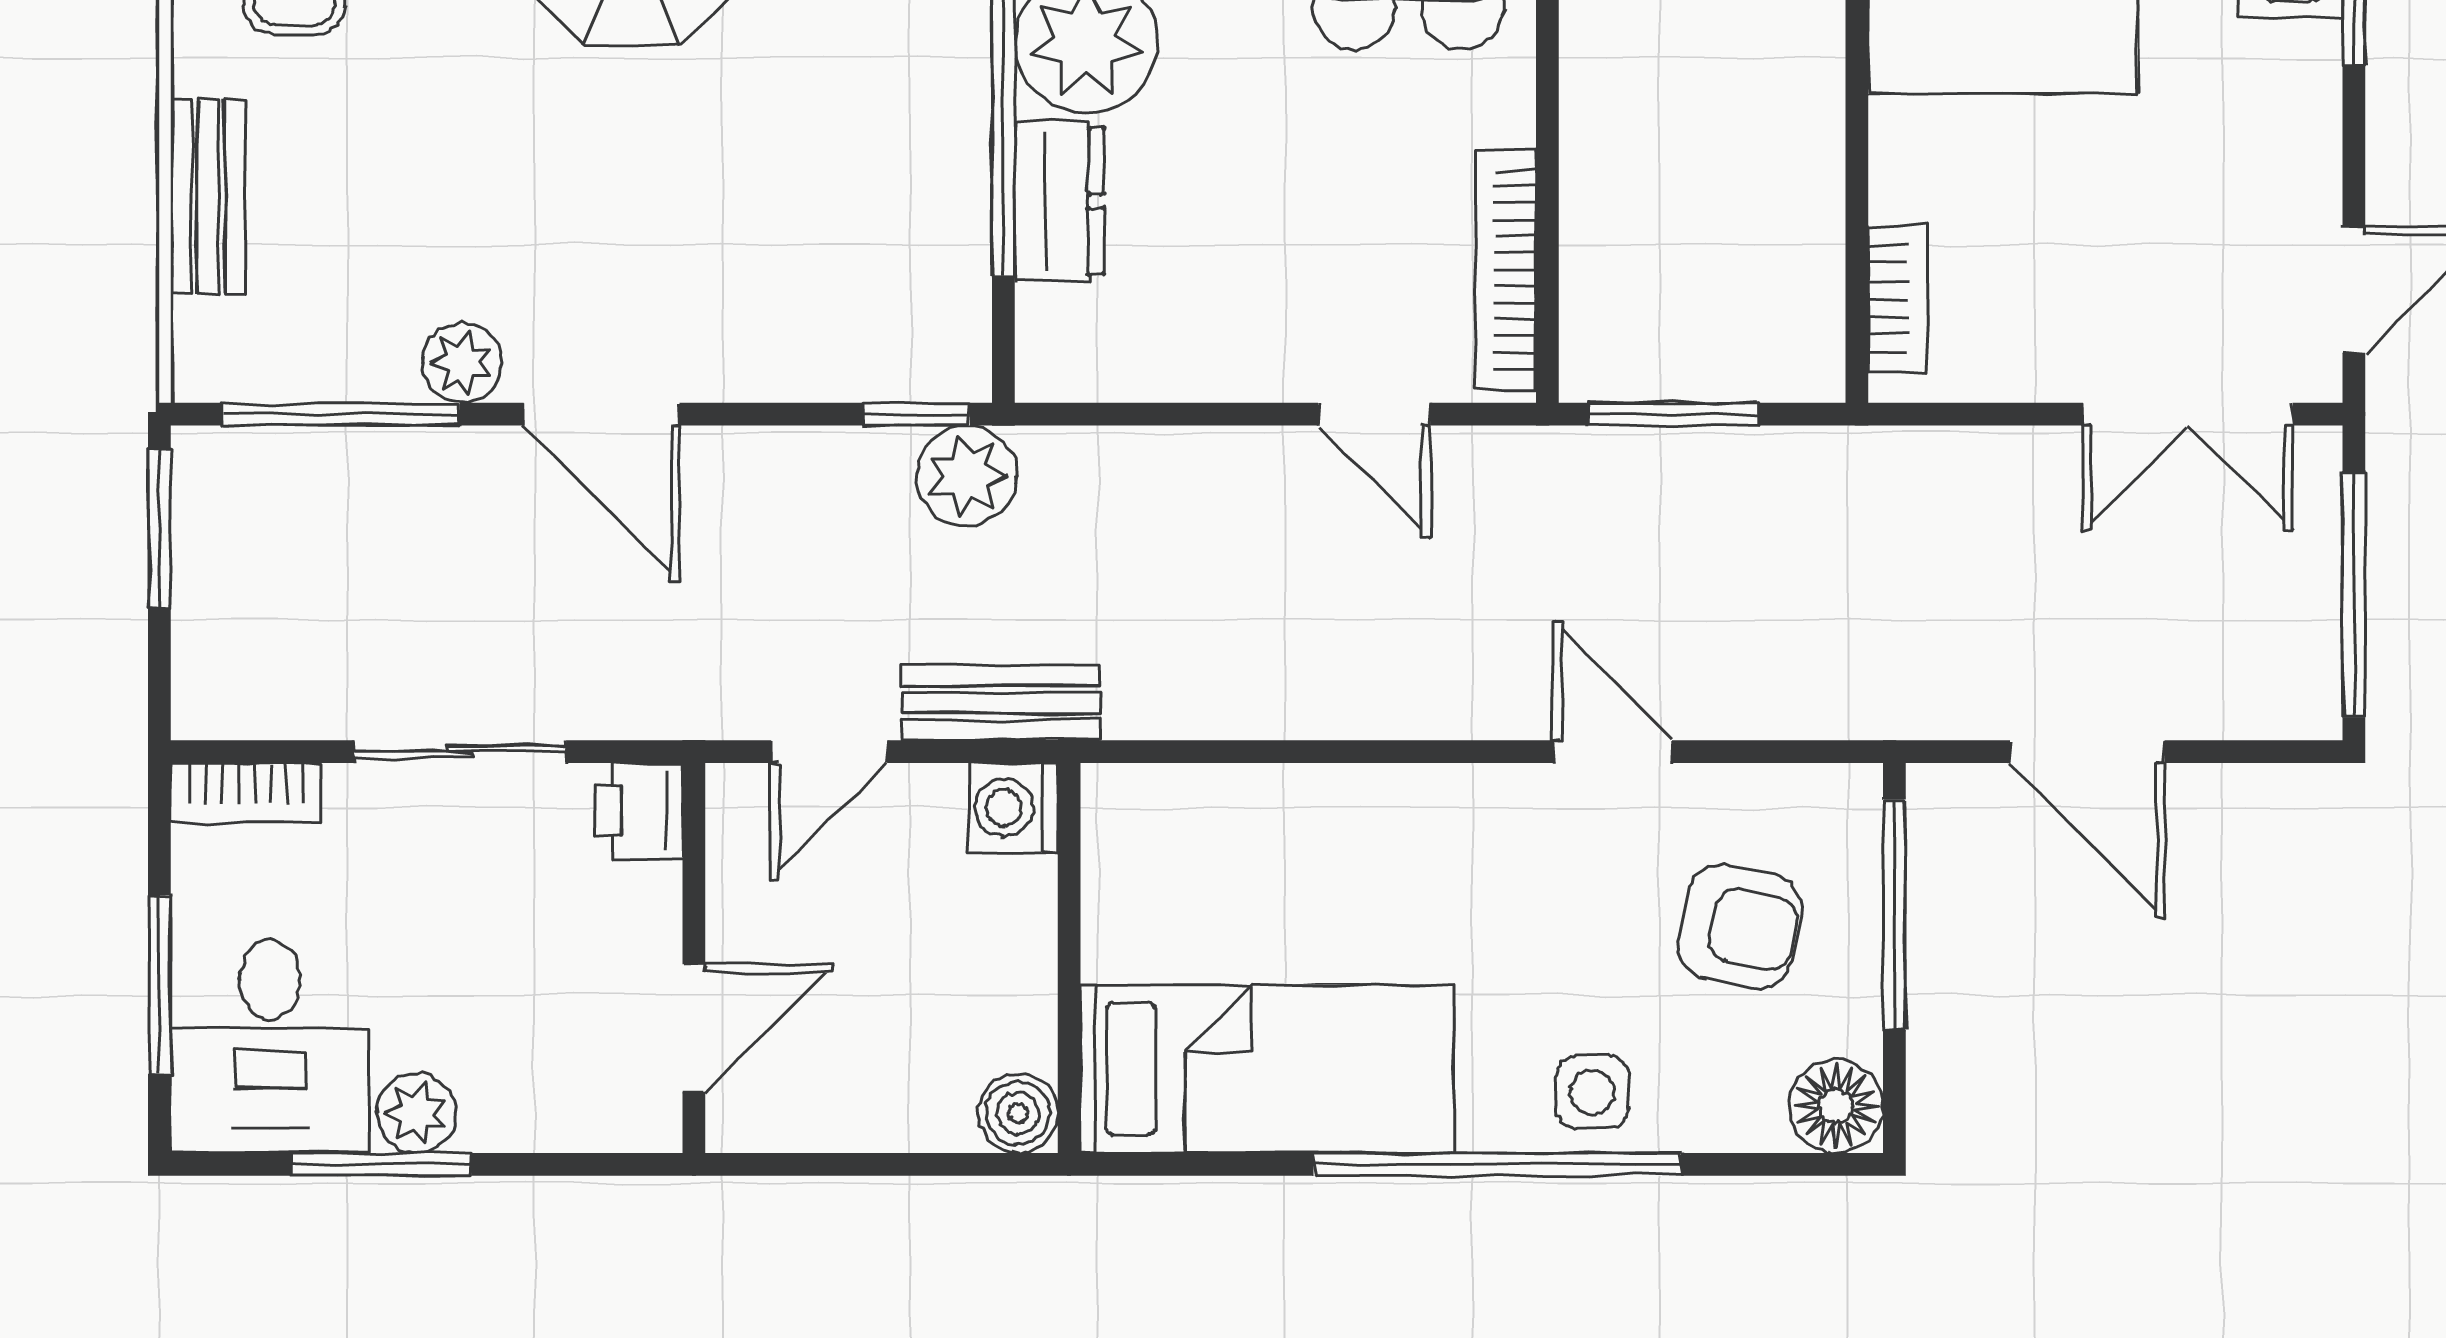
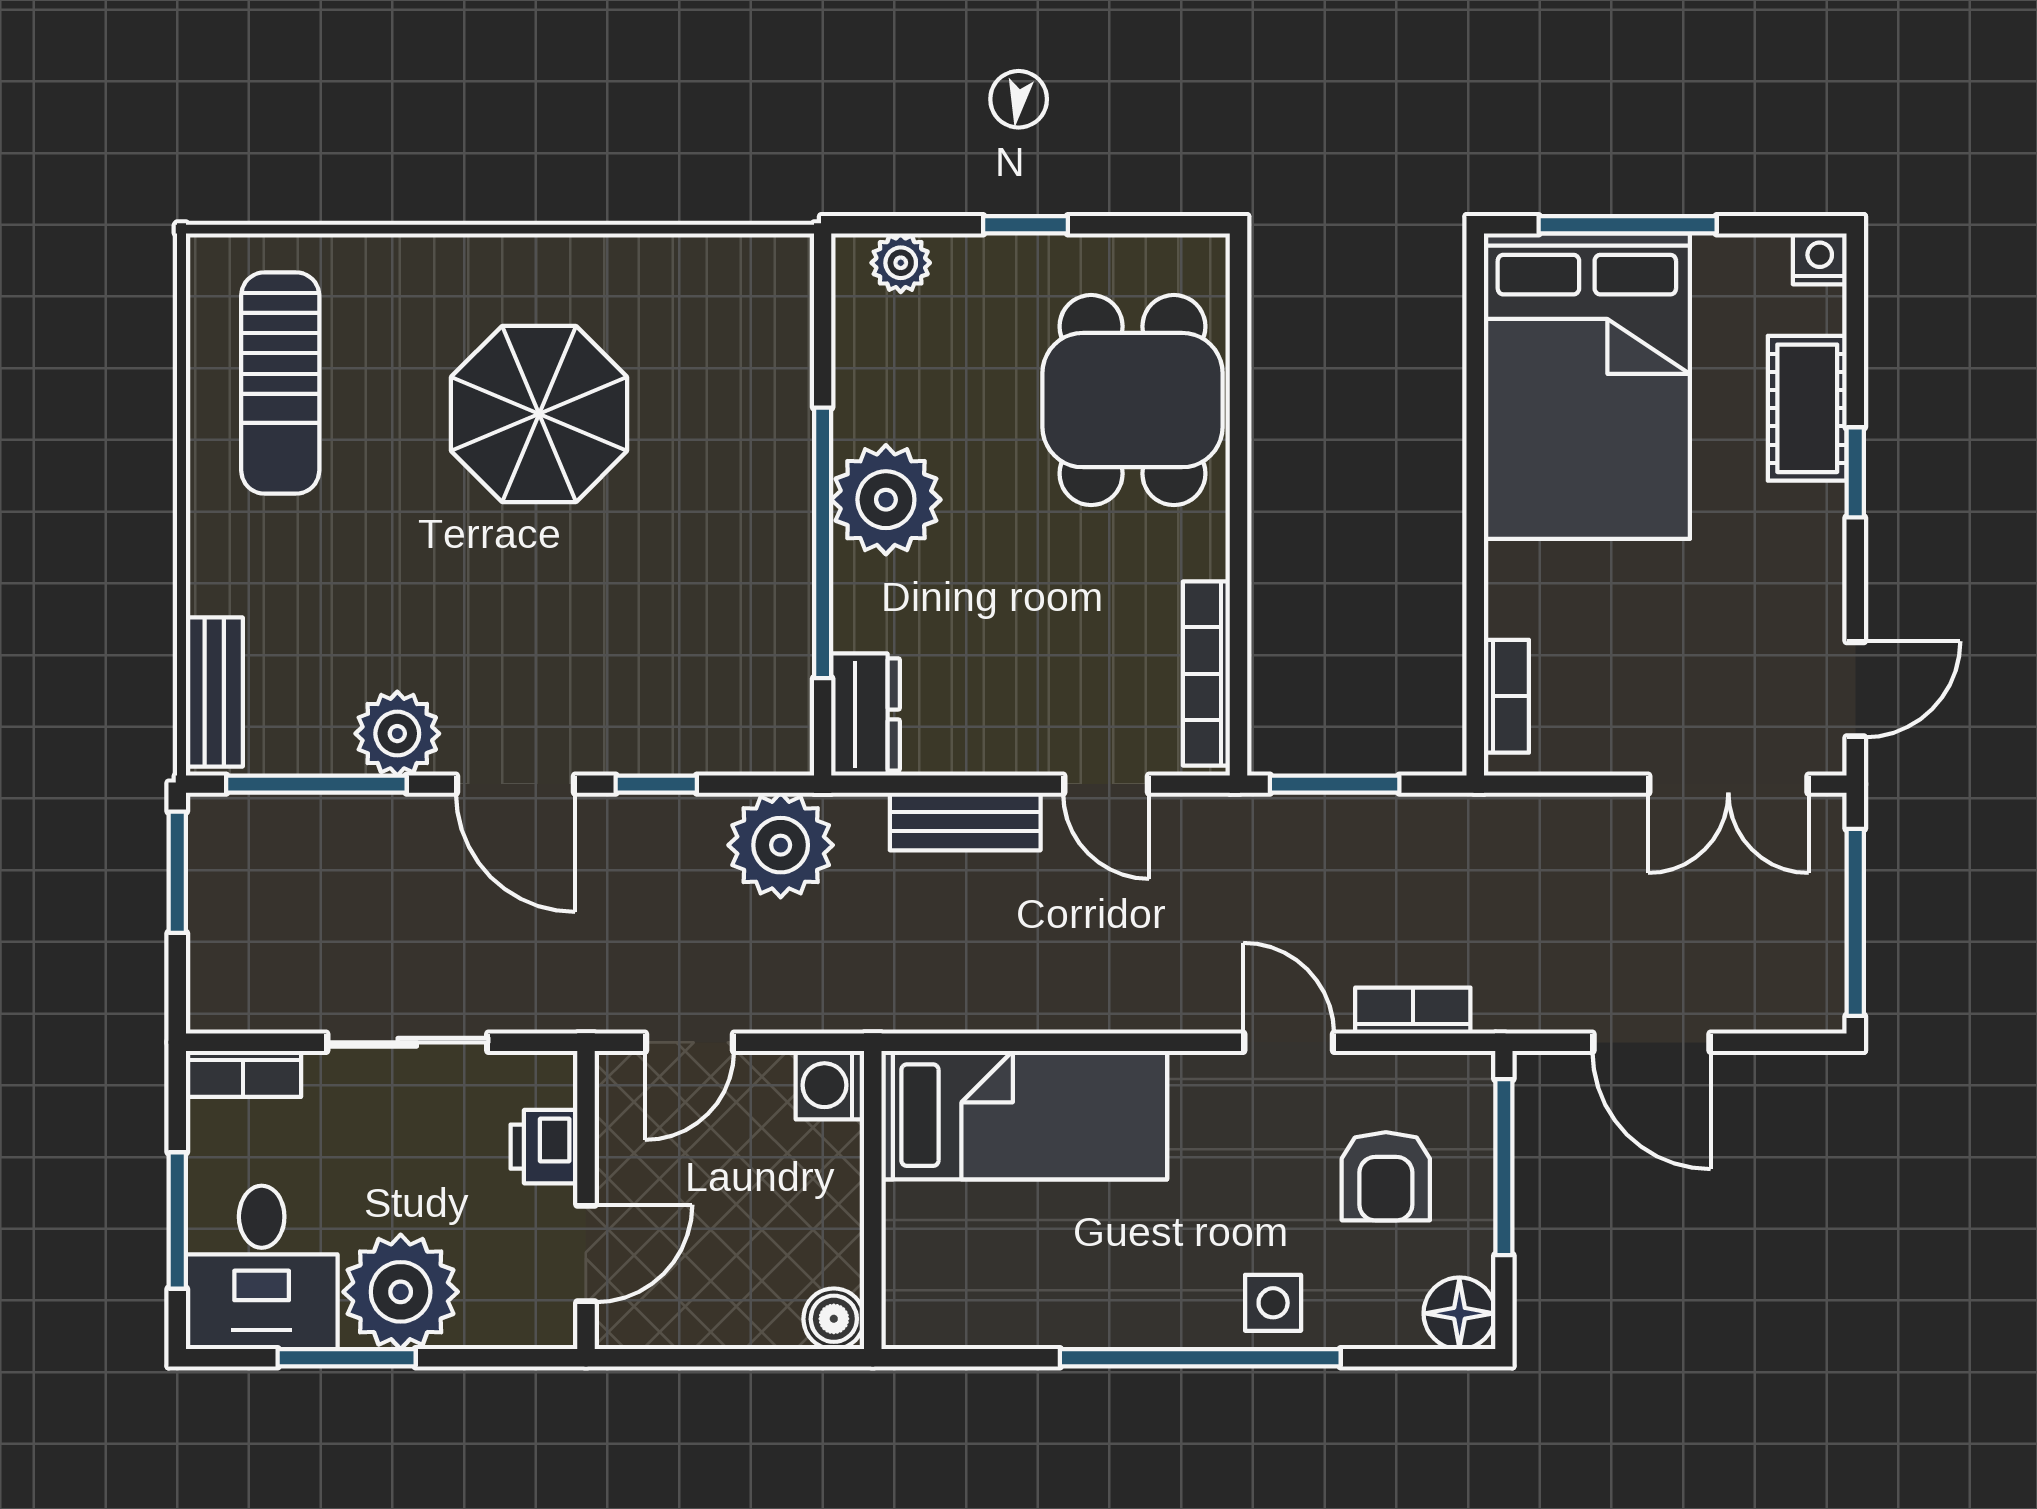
bench: (208, 196) -> (214, 692), moved
dresser: (1060, 201) -> (866, 714), moved
plant: (462, 363) -> (397, 734), width x1.38, depth x1.38
window: (916, 414) -> (656, 784), moved
plant: (967, 476) -> (781, 845), width x1.36, depth x1.36
bench: (1001, 703) -> (965, 822), moved
bookcase: (1775, 710) -> (1413, 1011), added
printer: (639, 811) -> (544, 1147), moved
armchair: (1740, 927) -> (1386, 1176), turned 78
bed: (1267, 1069) -> (1024, 1115), moved
plant: (417, 1113) -> (401, 1292), width x1.88, depth x1.88

